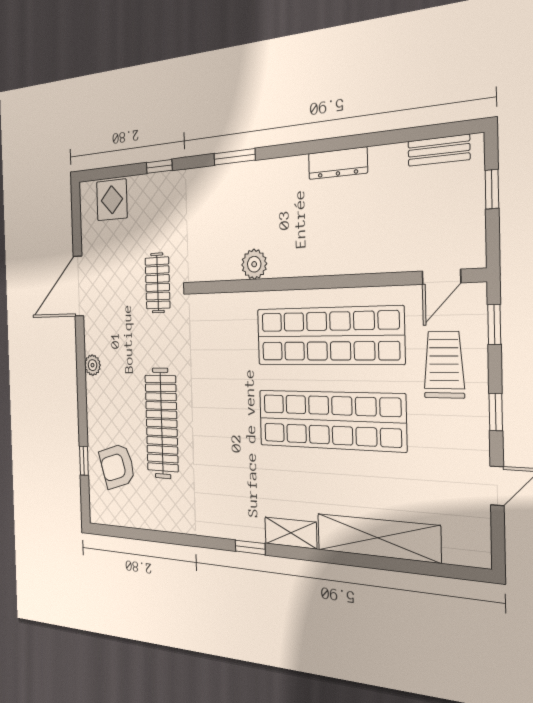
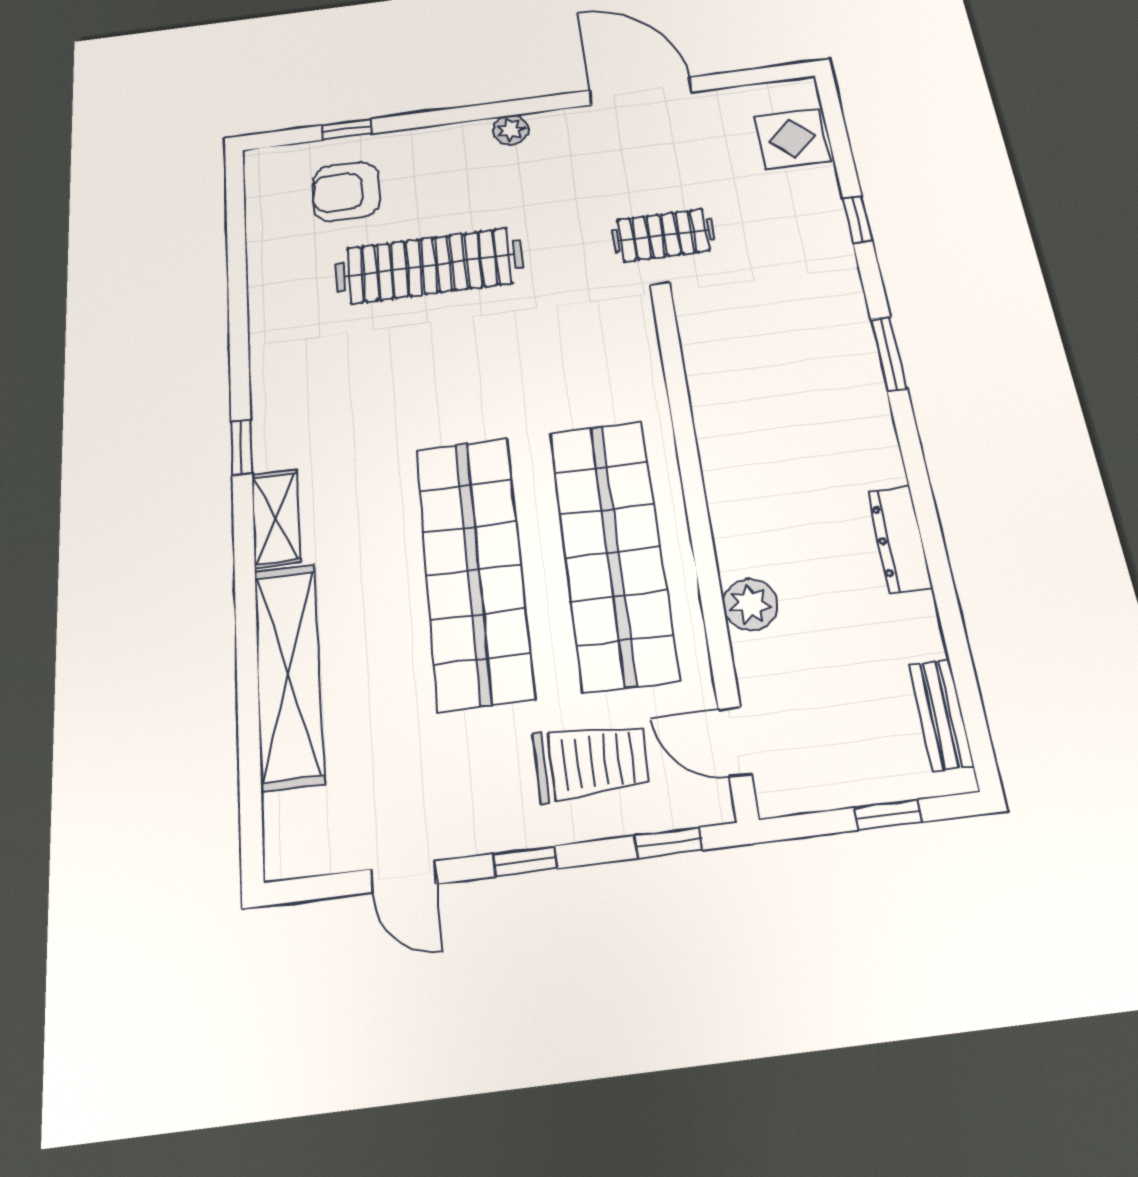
plant: (254, 264) -> (750, 604), moved
armchair: (117, 466) -> (346, 191), turned -73

